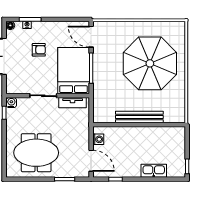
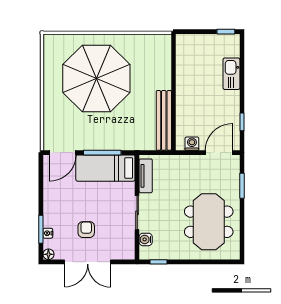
armchair: (39, 50) -> (86, 230), moved
bed: (74, 71) -> (105, 168), width x0.67
water cooler: (11, 103) -> (146, 239), moved
bench: (139, 117) -> (164, 120), moved

